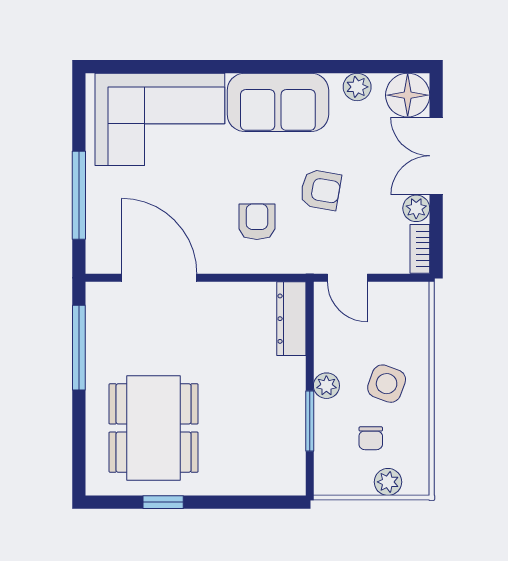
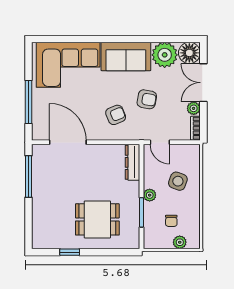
plant: (357, 87) -> (165, 55), width x1.88, depth x1.88
armchair: (257, 222) -> (116, 115), turned 68
side table: (387, 384) -> (178, 181), moved
dining table: (154, 428) -> (97, 219), moved, width x0.73

